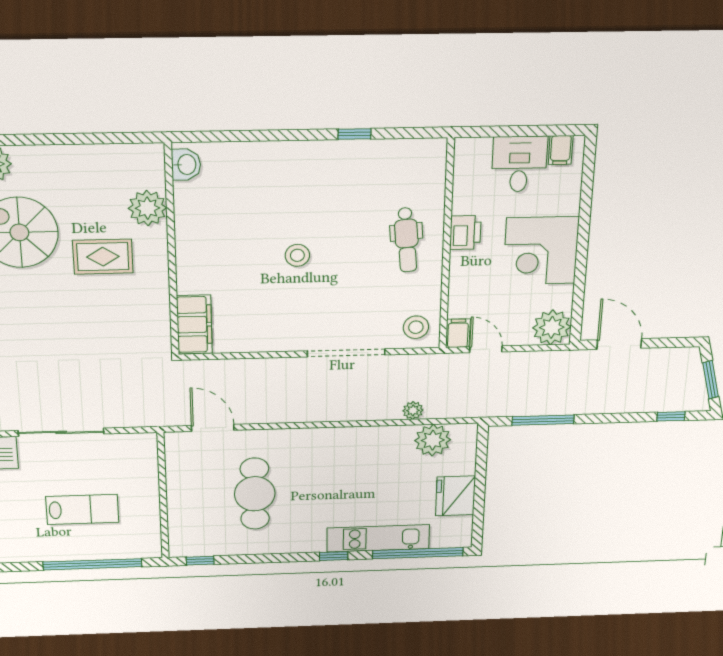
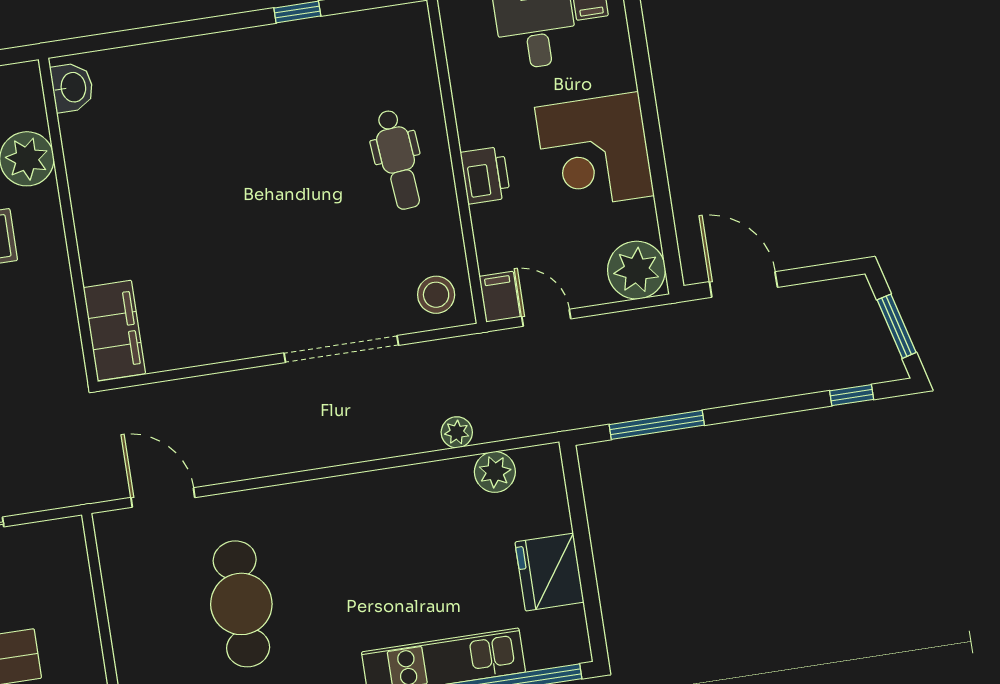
printer: (465, 232) -> (485, 175), moved
stool: (297, 255) -> (246, 203), removed
plant: (433, 440) -> (495, 472), width x0.73, depth x0.73

